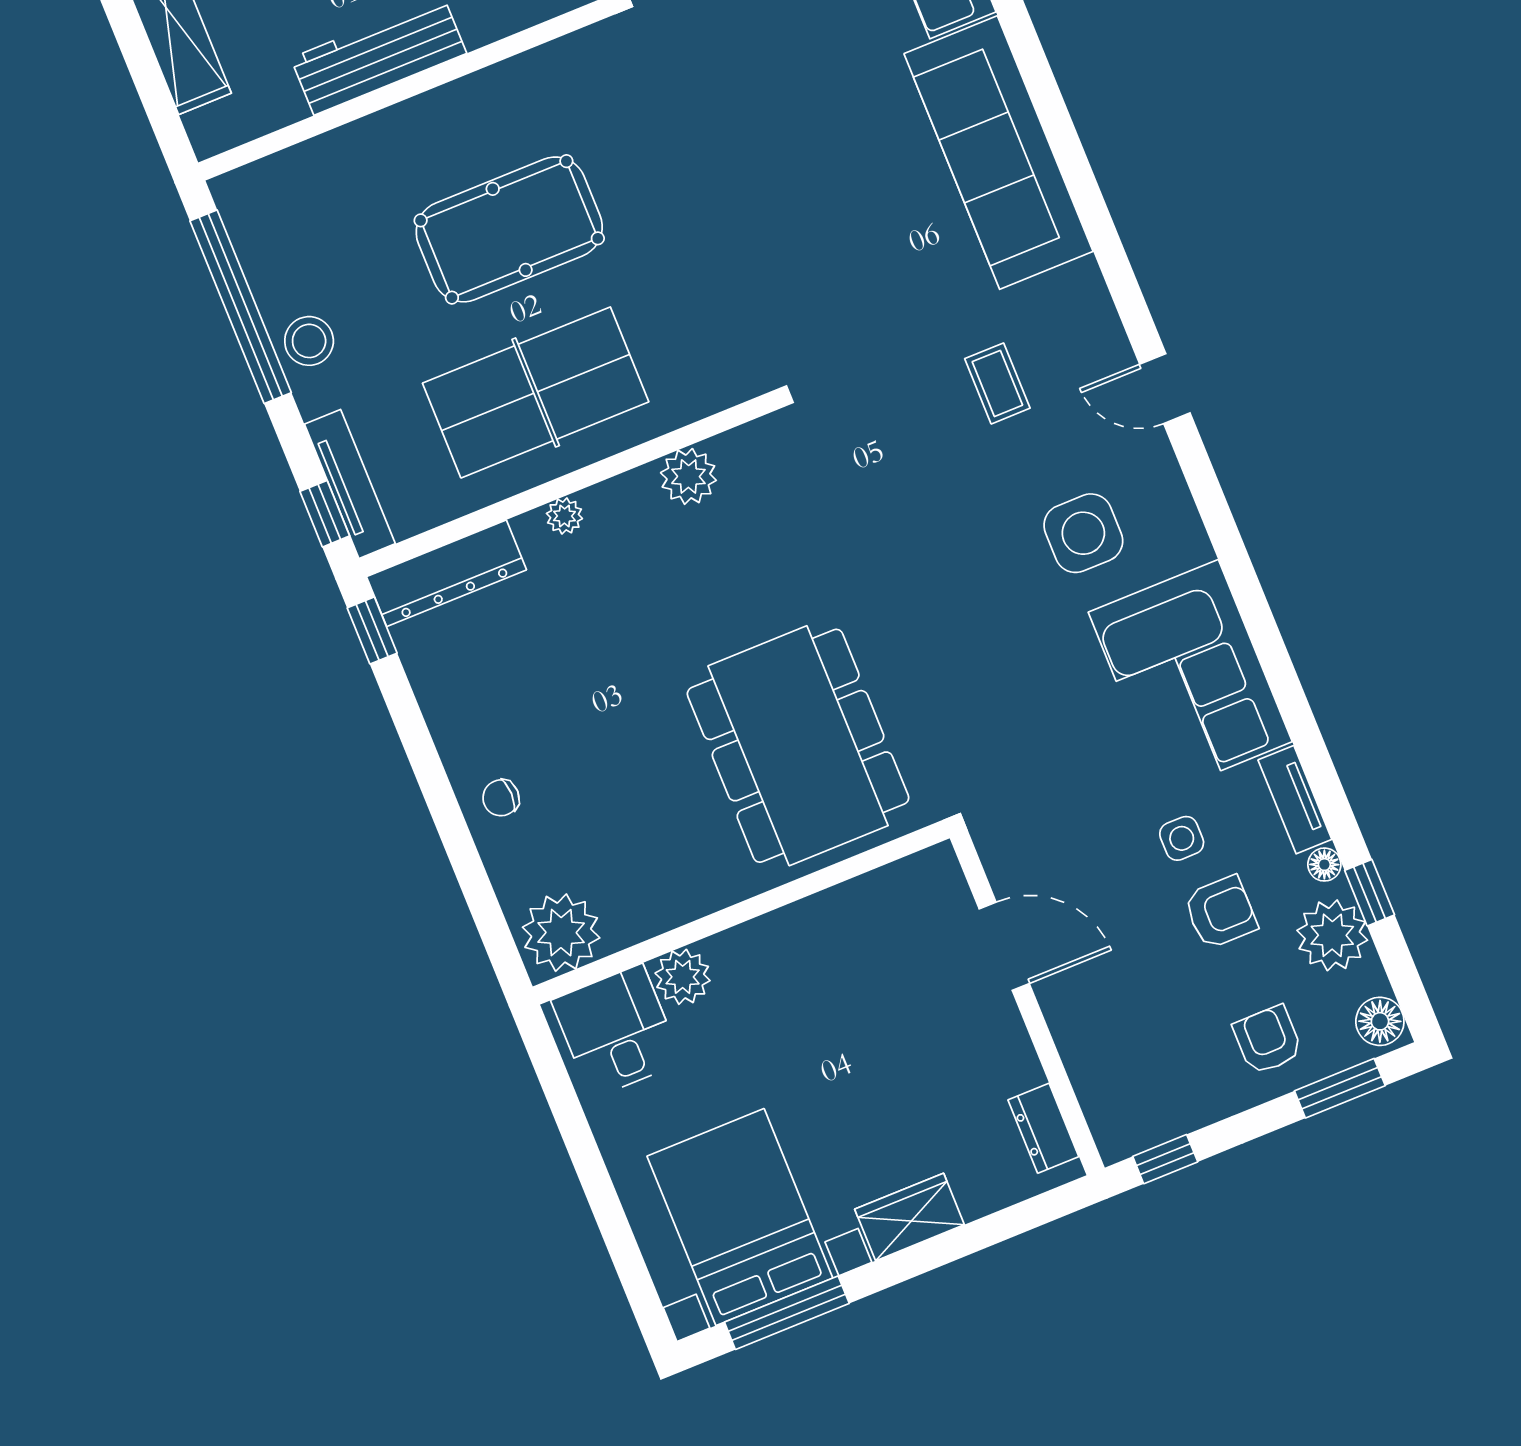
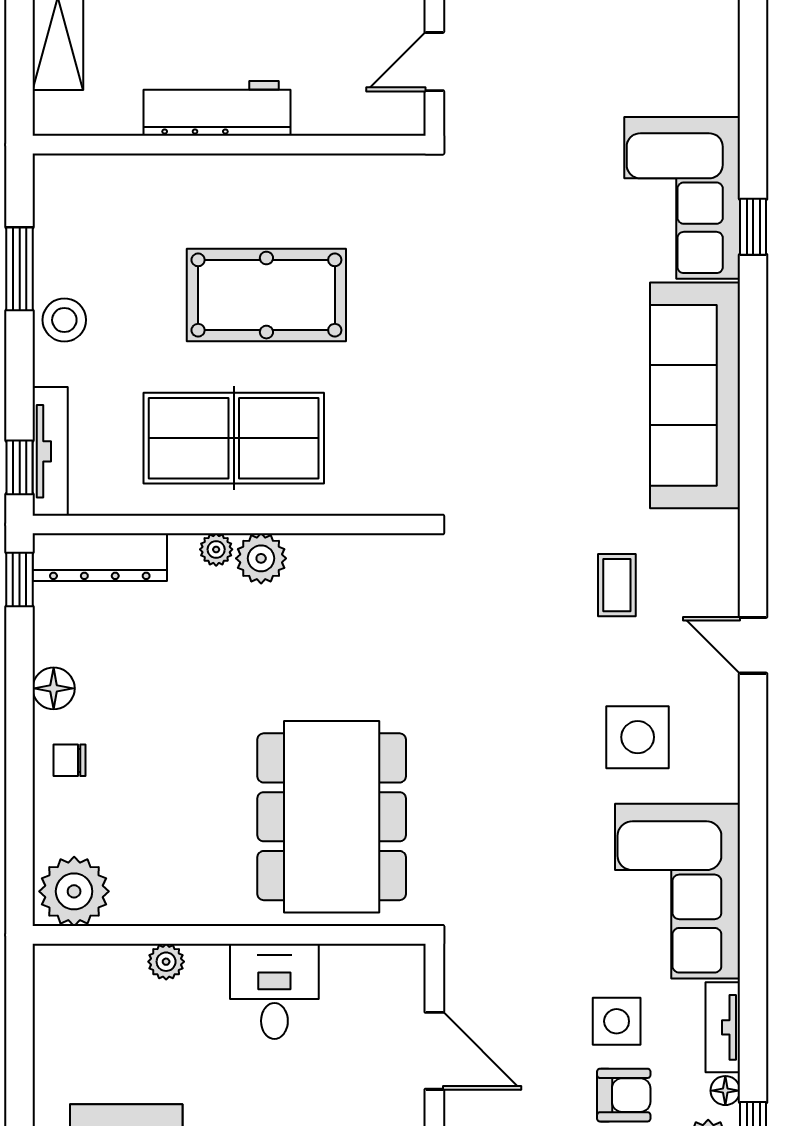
window: (241, 307) -> (20, 269), width x0.47
plant: (688, 476) -> (261, 558), moved
floor lamp: (454, 730) -> (54, 688), added
side table: (1182, 838) -> (617, 1021), width x1.37, depth x1.37
plant: (683, 977) -> (166, 962), width x0.73, depth x0.73
desk: (617, 1031) -> (274, 991), moved

